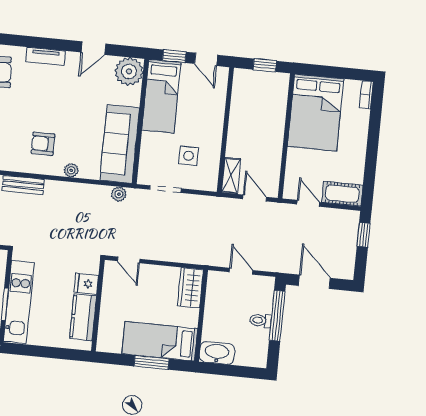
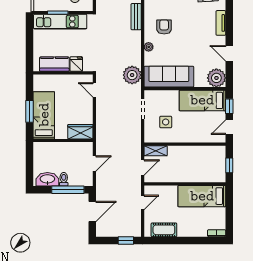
bed: (316, 113) -> (202, 196), width x0.67
plant: (119, 194) -> (132, 75), width x1.87, depth x1.87
cot: (342, 194) -> (164, 230), moved, turned 90
door: (129, 260) -> (94, 90), hinge flipped
washbasin: (217, 353) -> (47, 179), moved, turned -90

